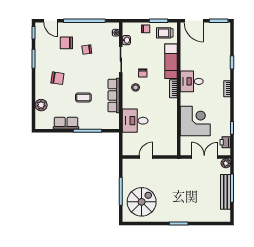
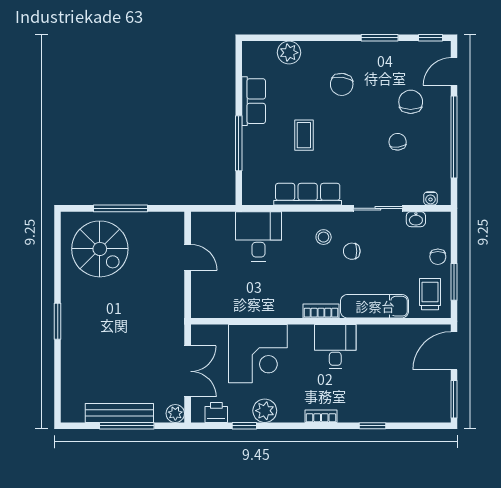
plant: (224, 117) -> (265, 411), added

